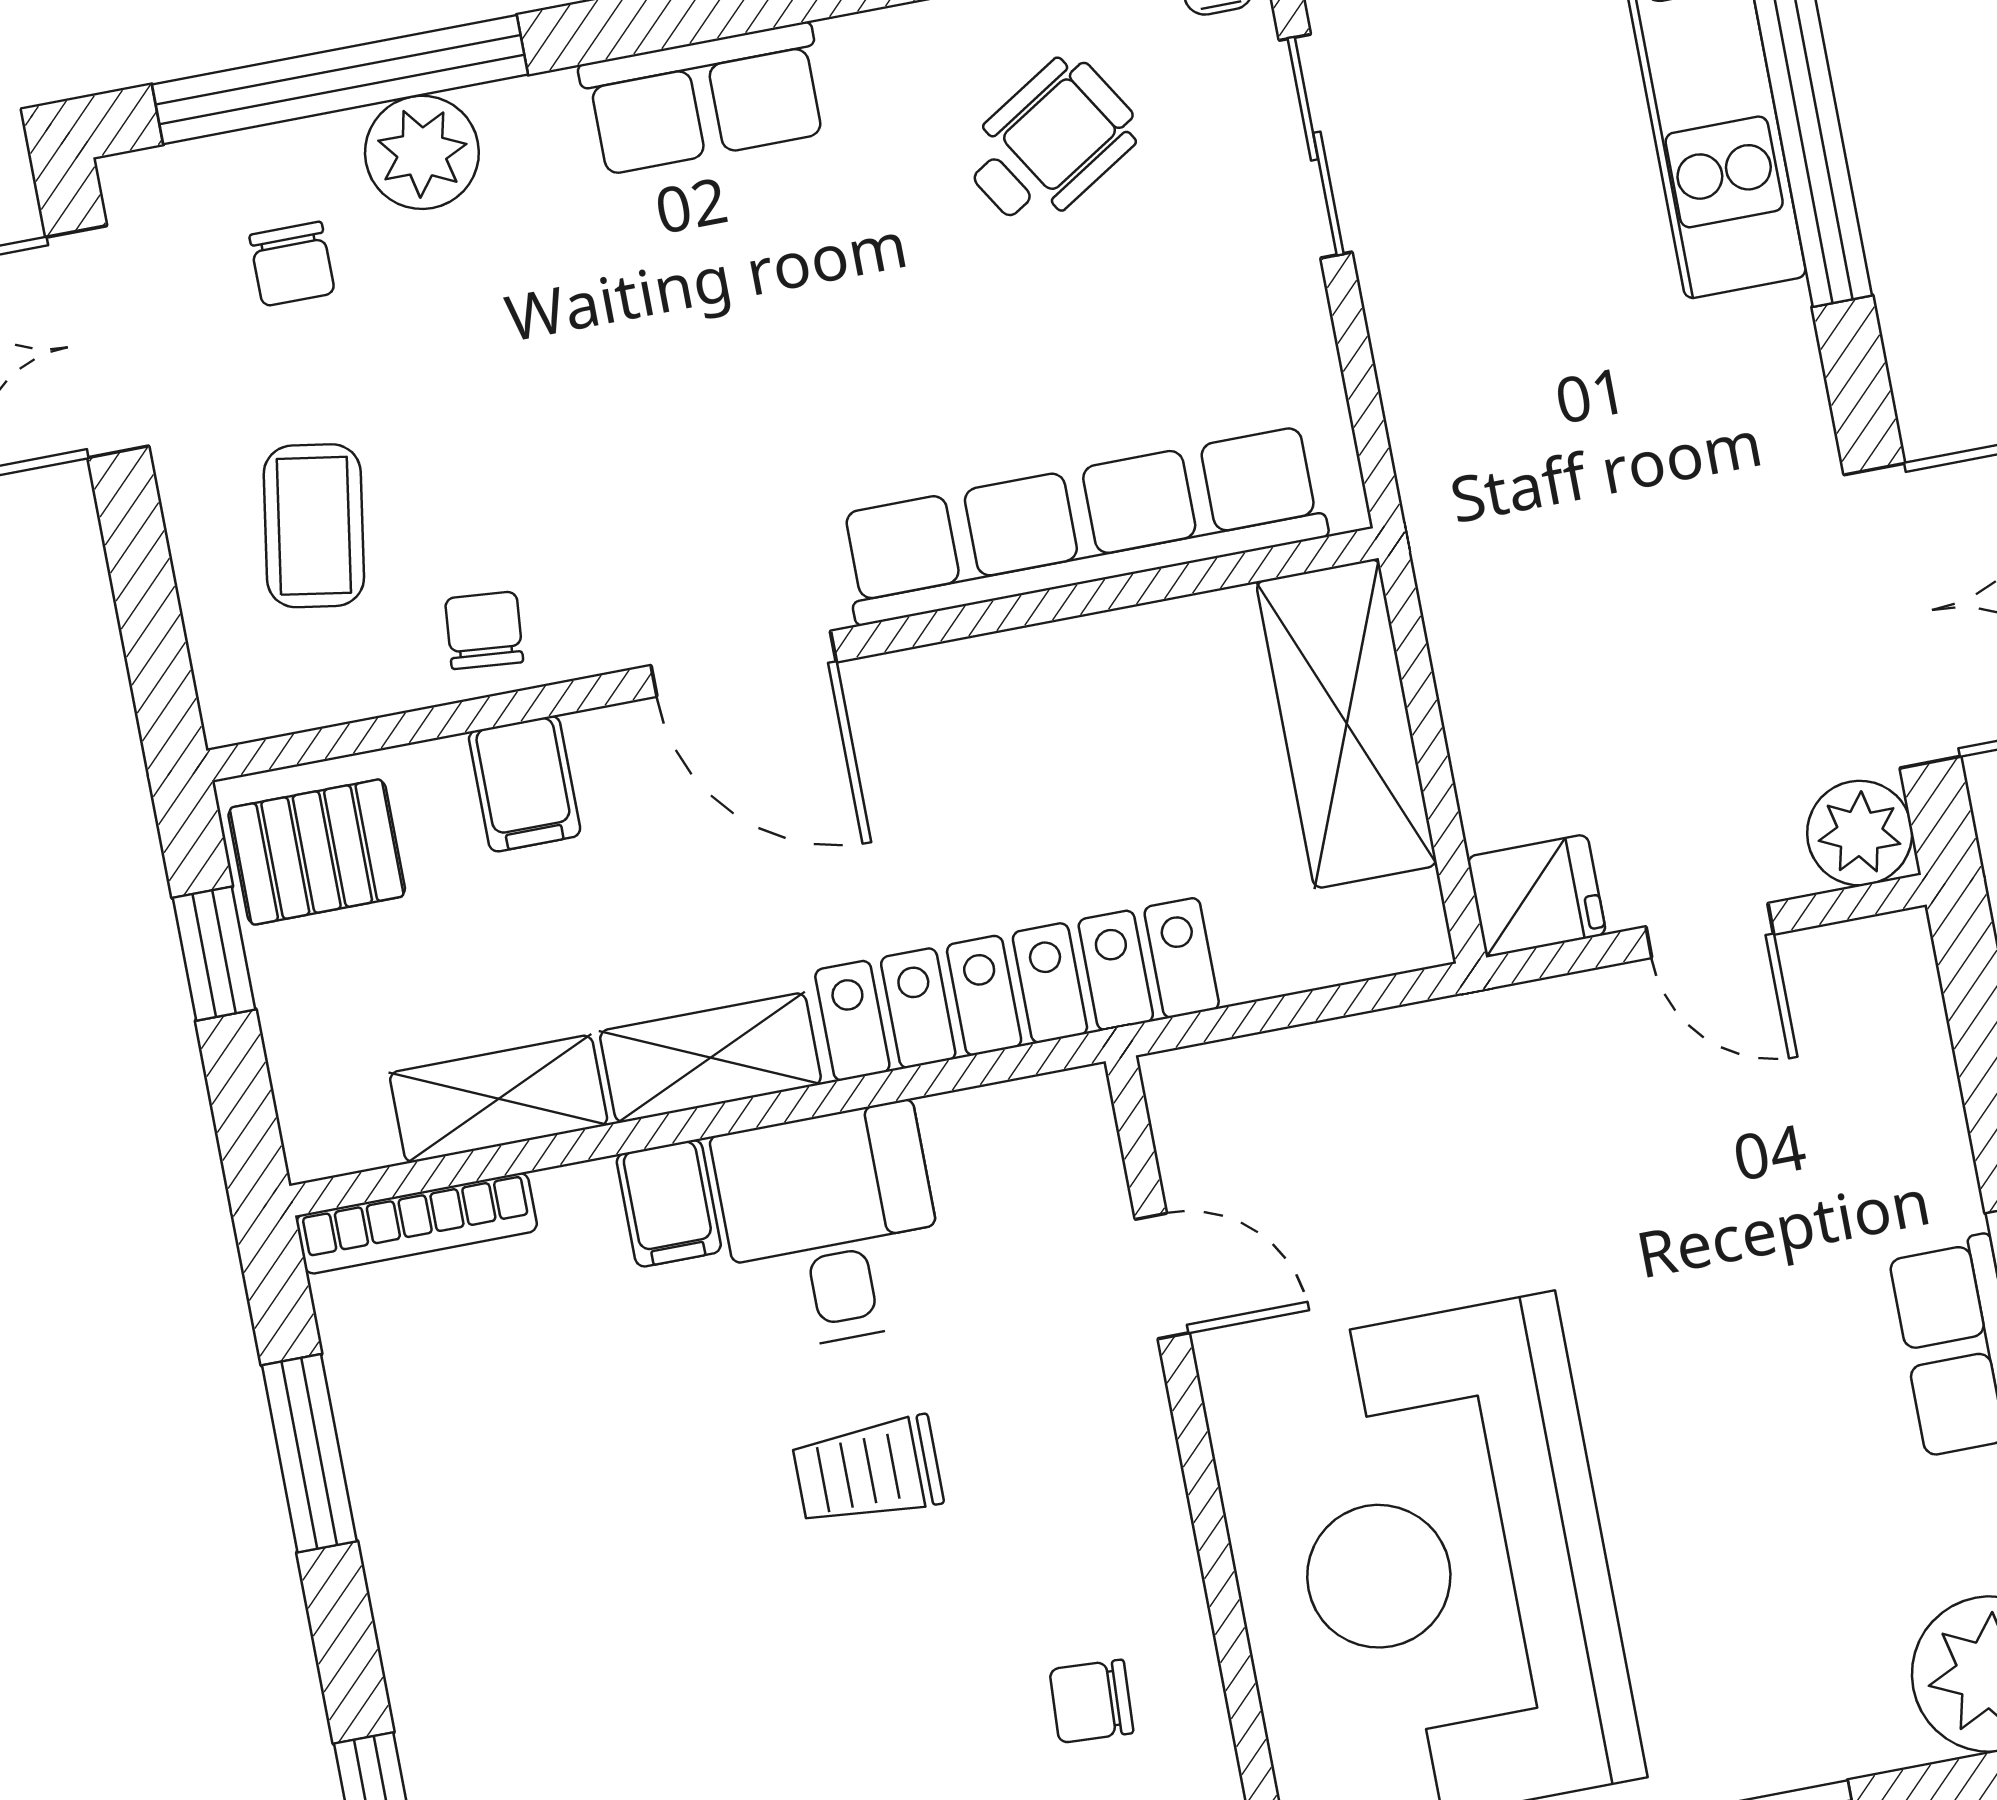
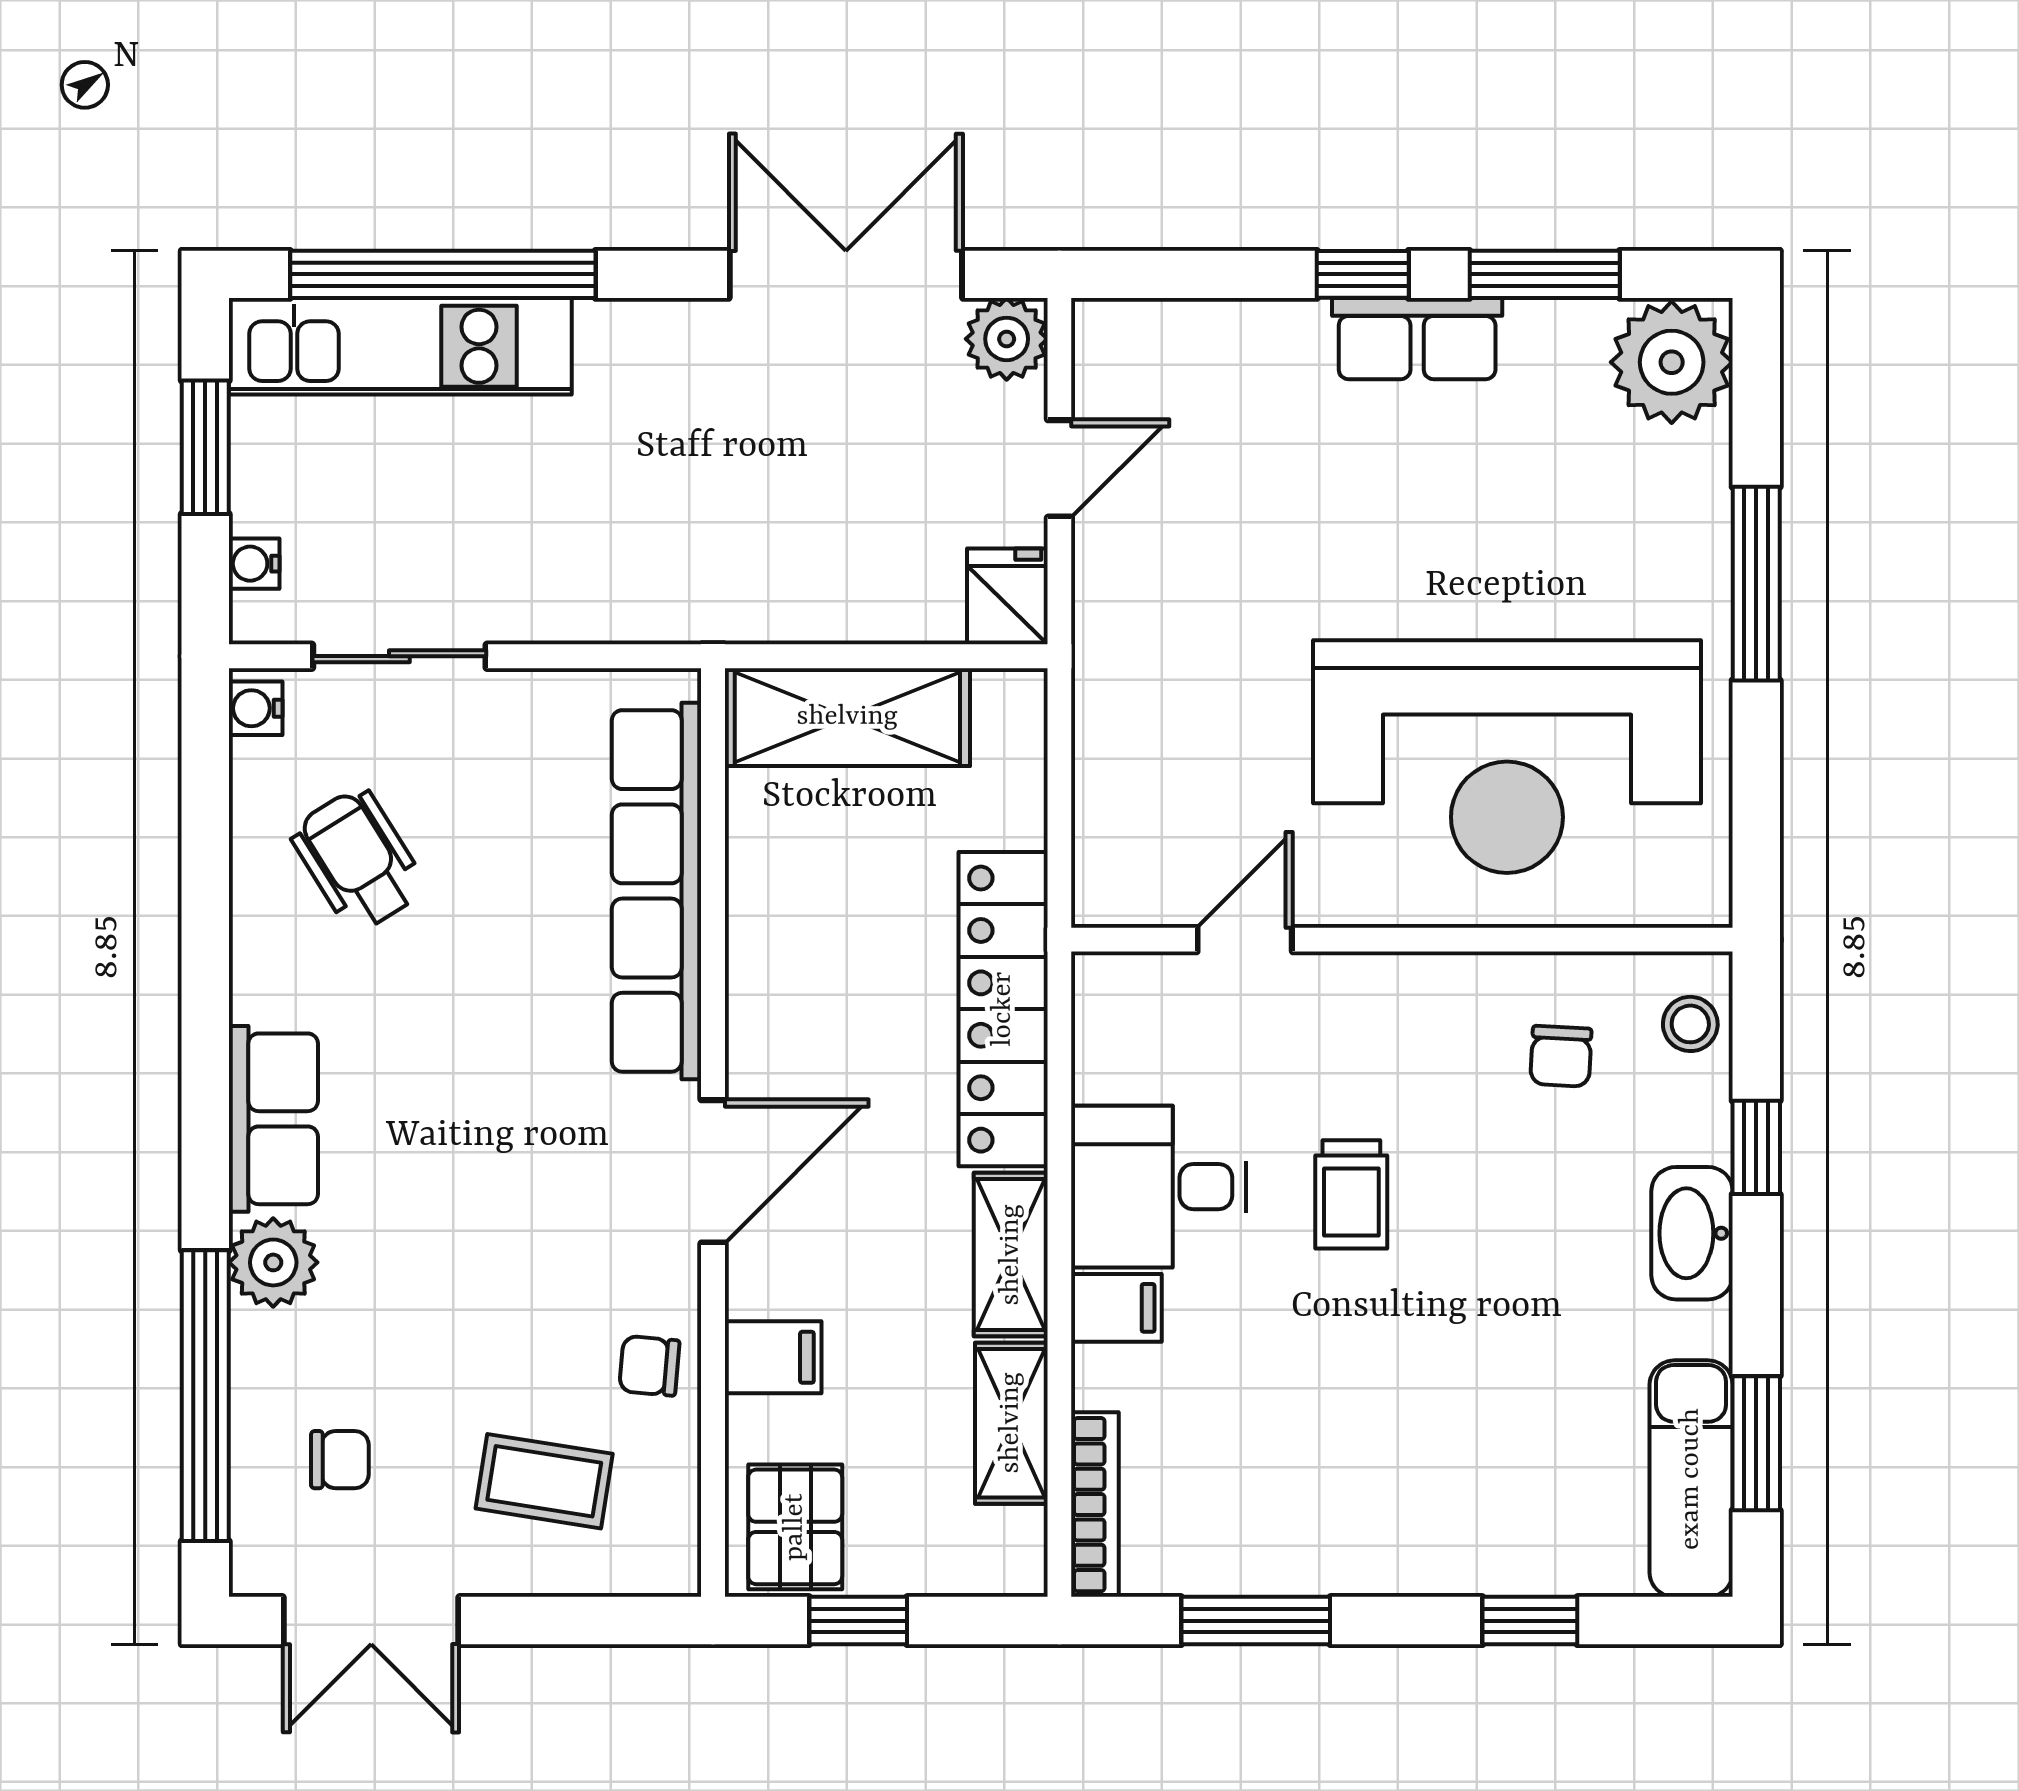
plant: (422, 152) -> (273, 1262), moved

